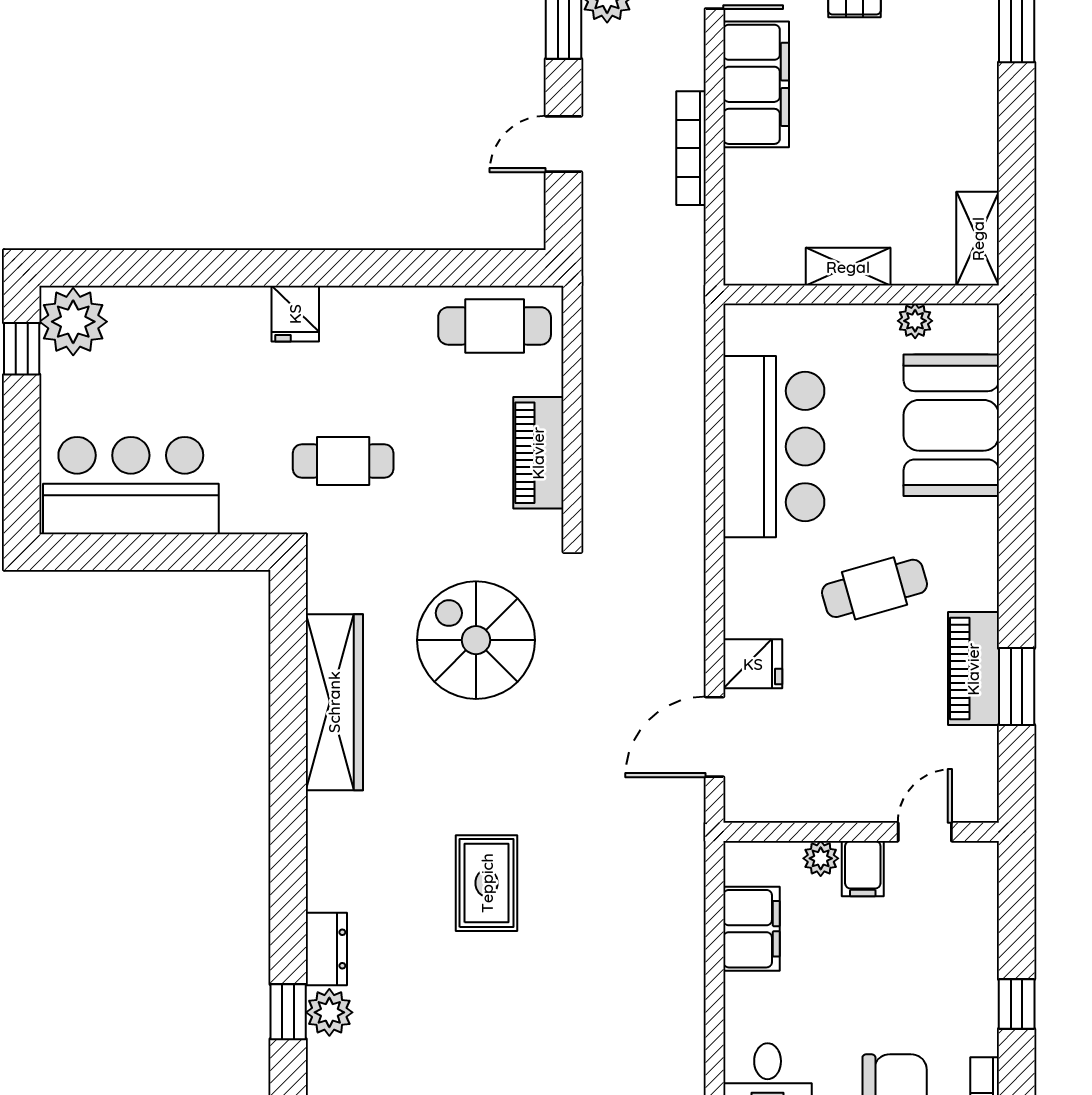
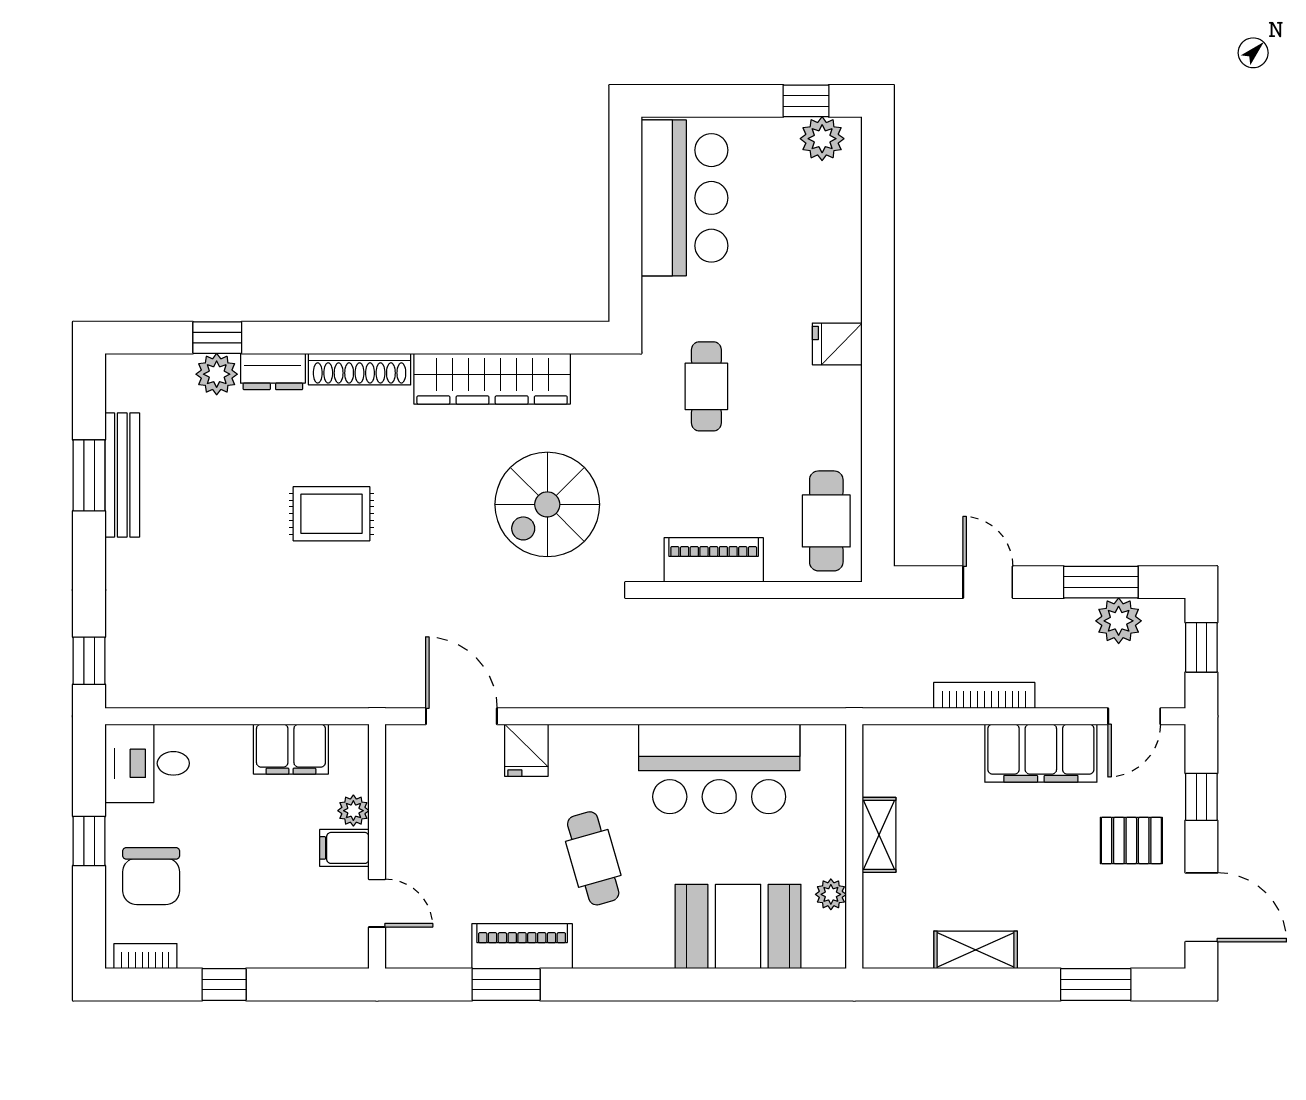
shelving: (978, 239) -> (976, 950), moved
plant: (73, 322) -> (822, 139), width x0.73, depth x0.73
spiral stairs: (476, 640) -> (547, 504), turned 180
shoe rack: (324, 851) -> (360, 369), added

